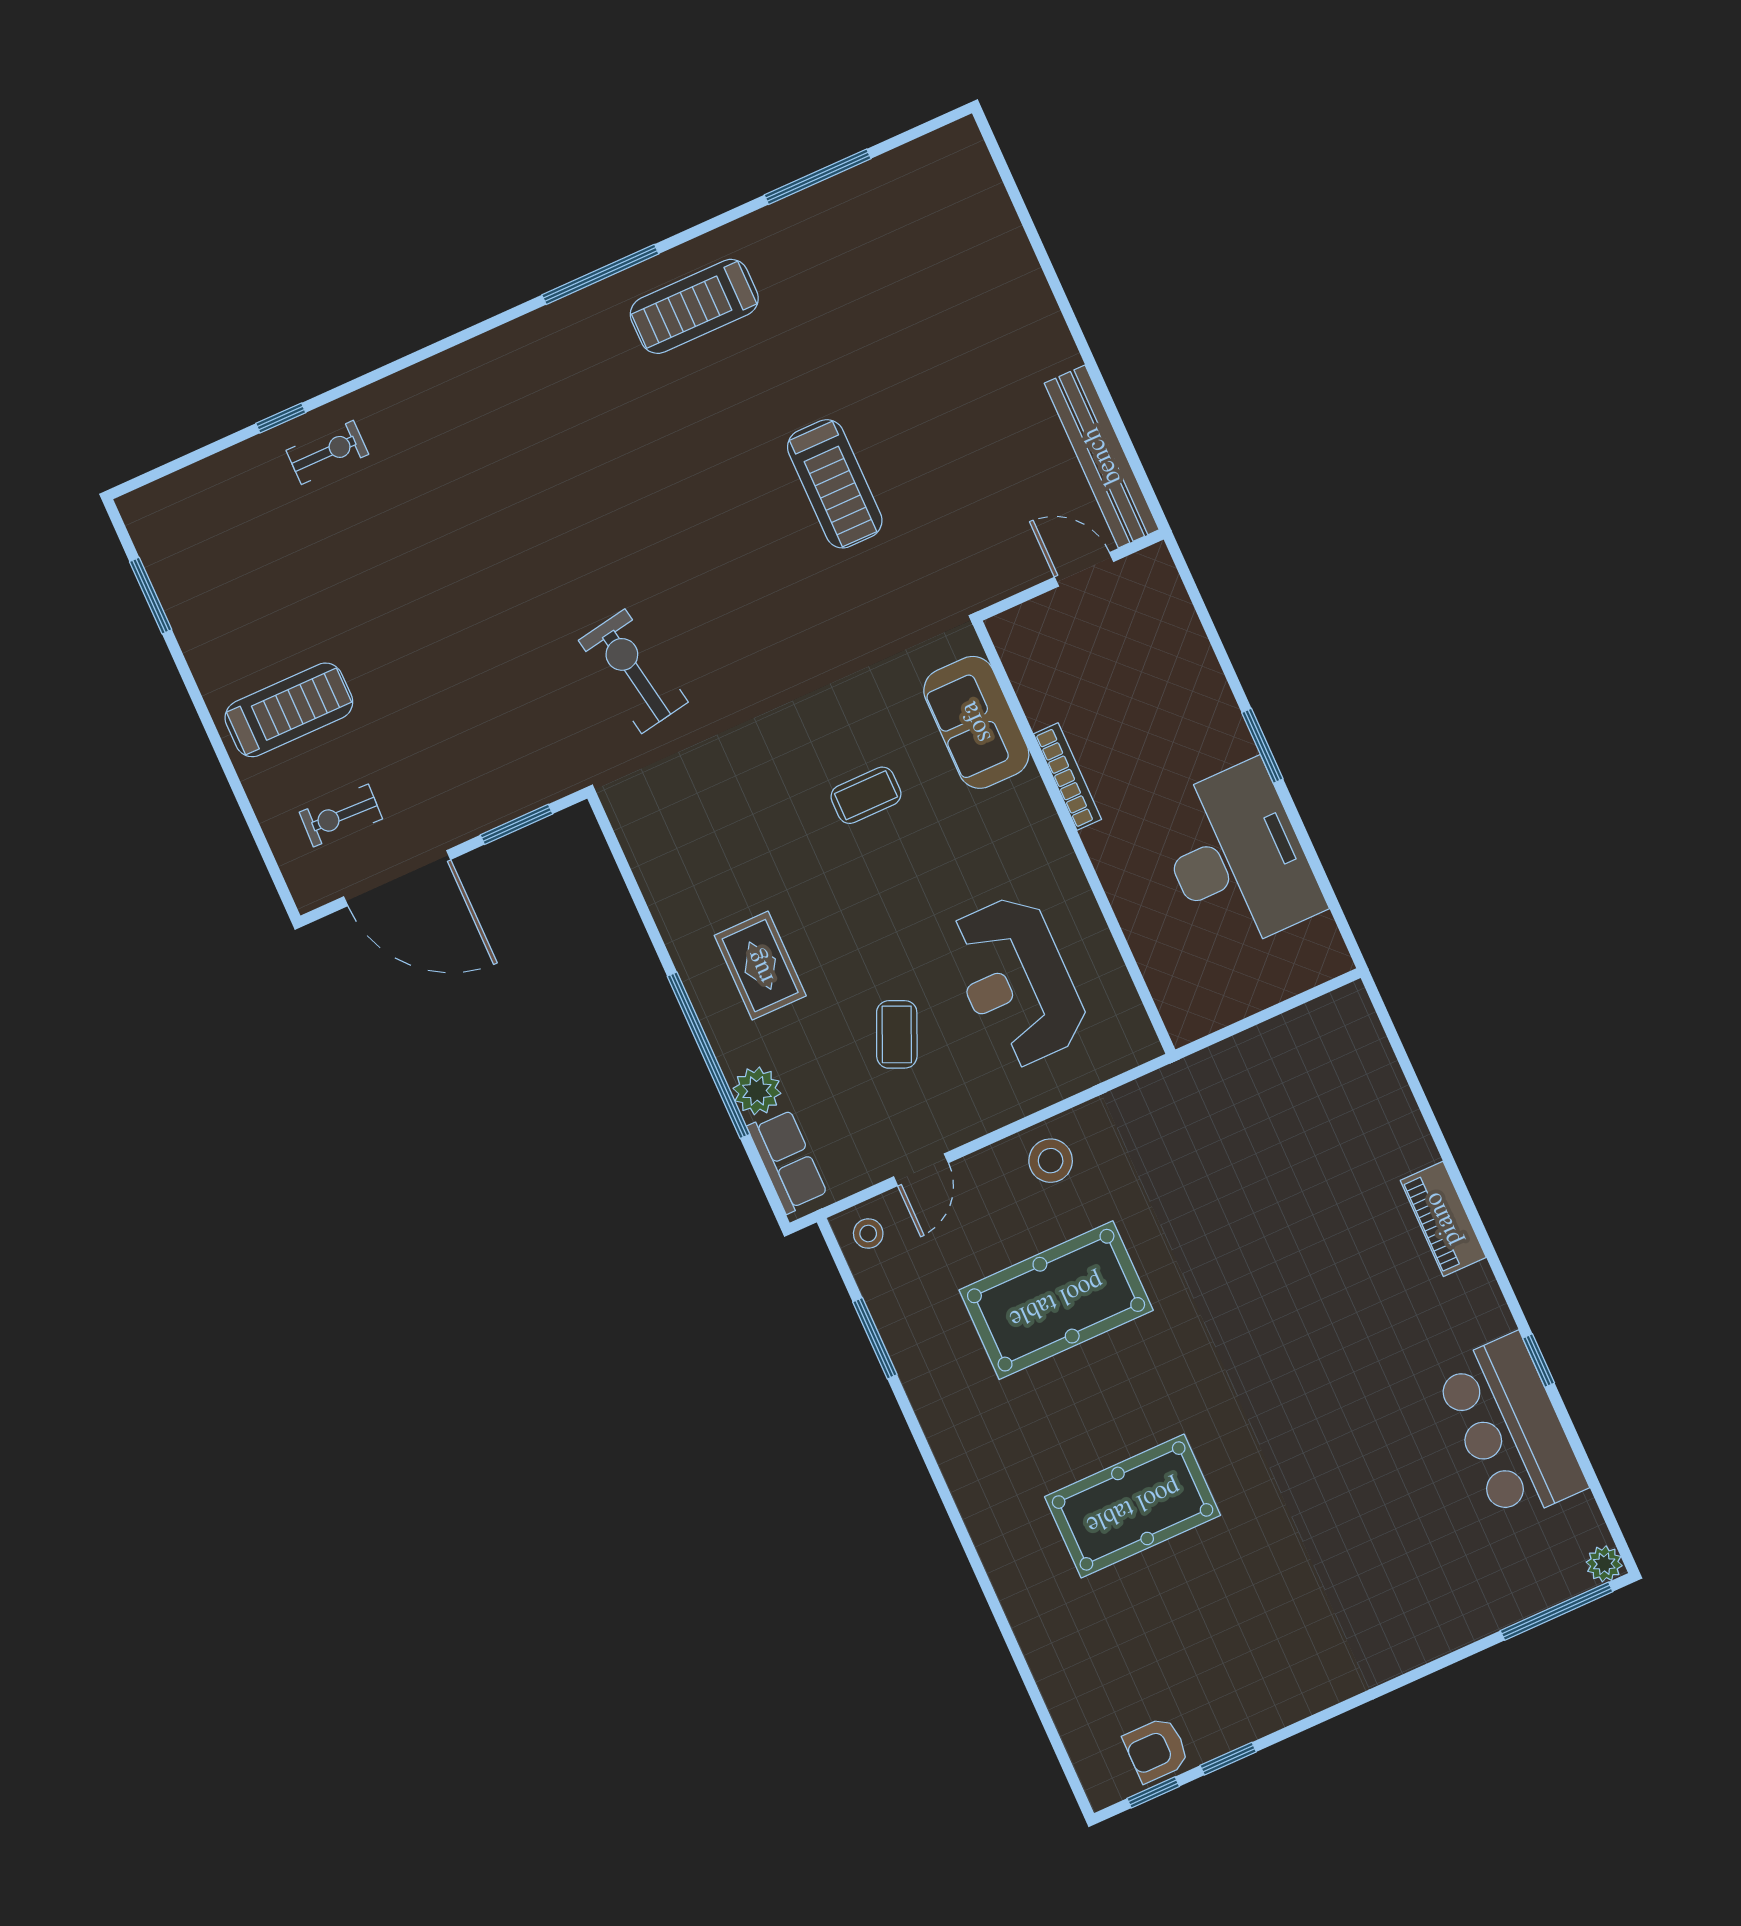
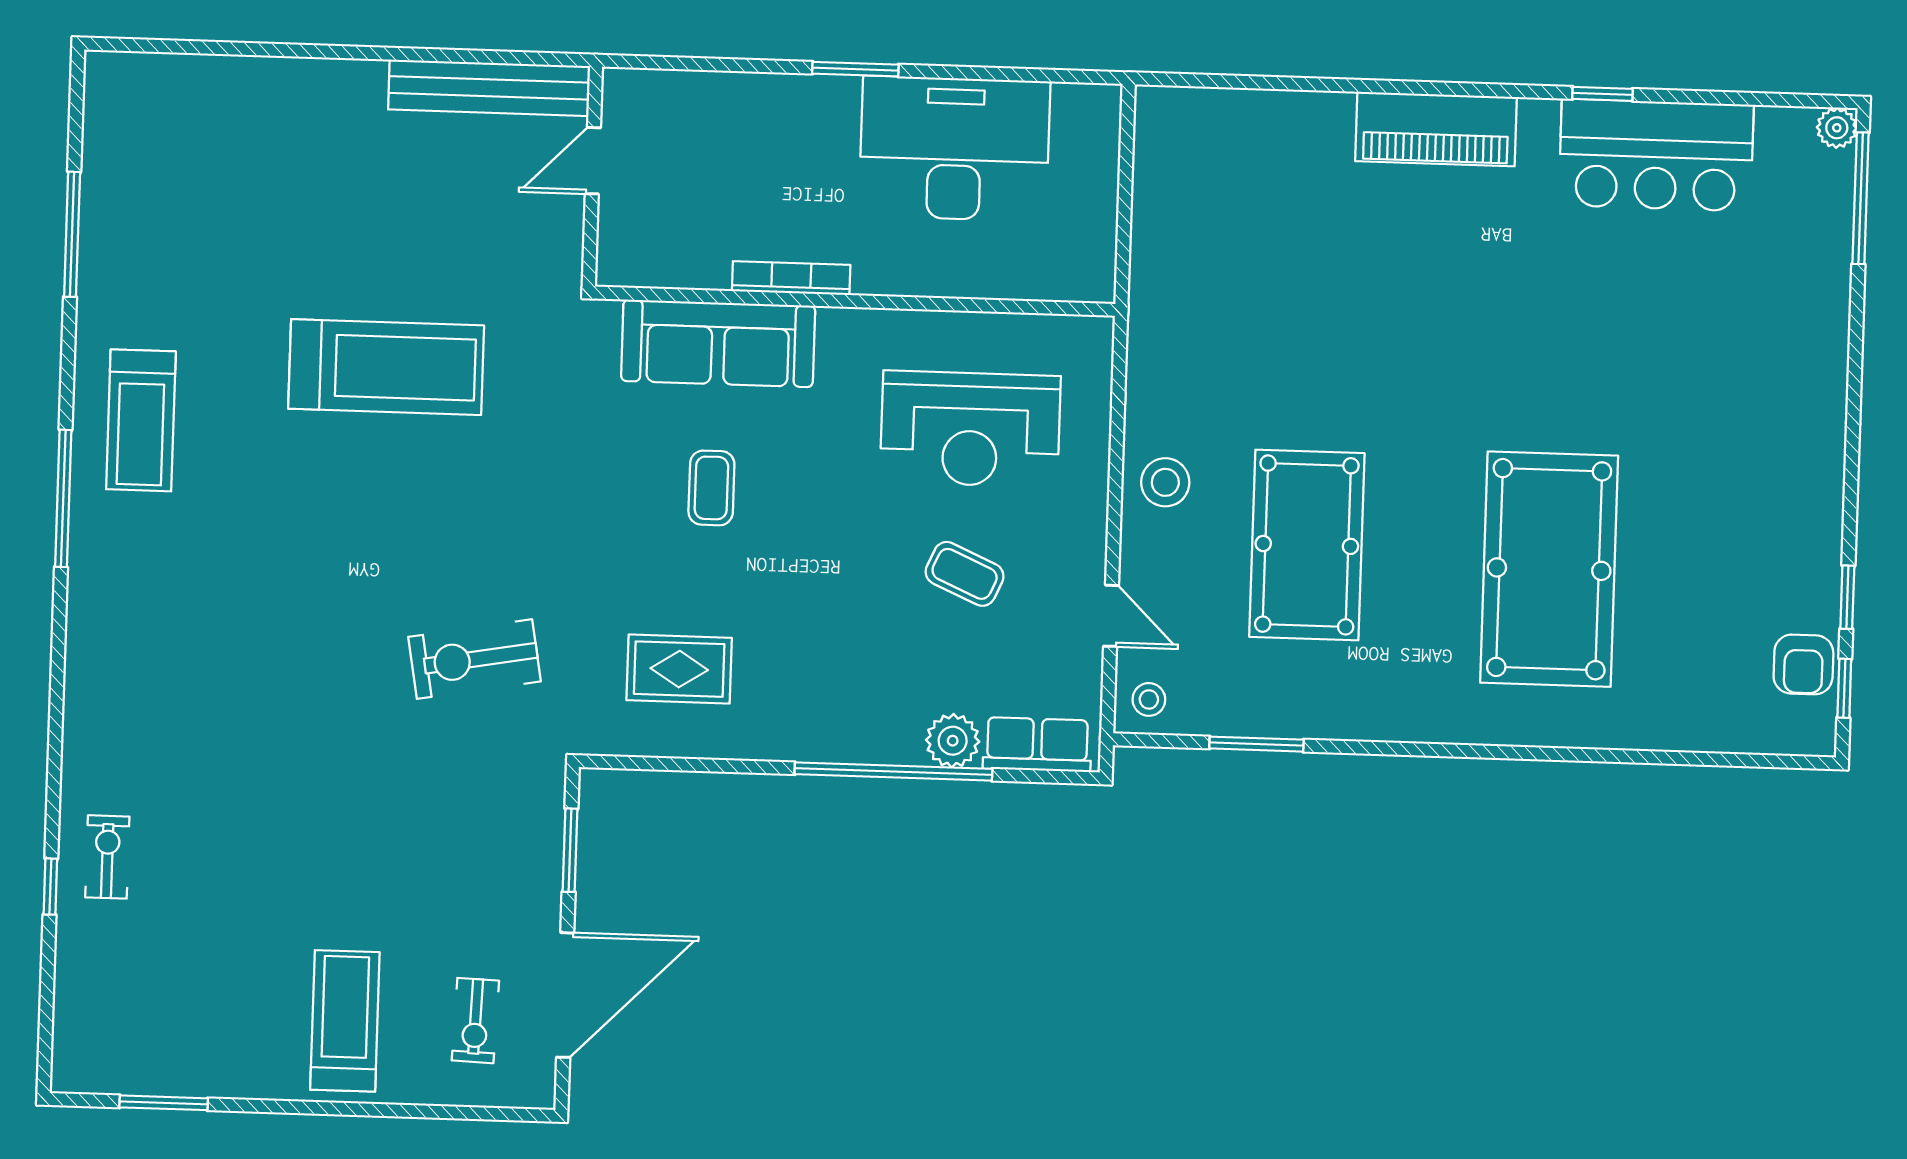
treadmill: (835, 484) -> (386, 367), width x1.37, depth x1.38
sofa: (976, 722) -> (718, 343), width x1.36
rug: (760, 966) -> (679, 669), moved
piano: (1443, 1219) -> (1436, 129), width x1.37, depth x1.33
pool table: (1133, 1506) -> (1549, 569), width x1.36, depth x1.32

